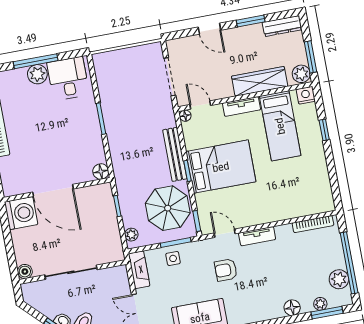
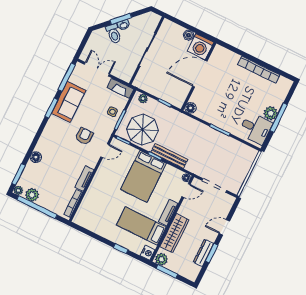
dresser: (282, 26) -> (203, 253), moved
tv unit: (257, 236) -> (84, 179), moved
boiler: (25, 272) -> (189, 35), moved
plant: (320, 304) -> (18, 190), moved

